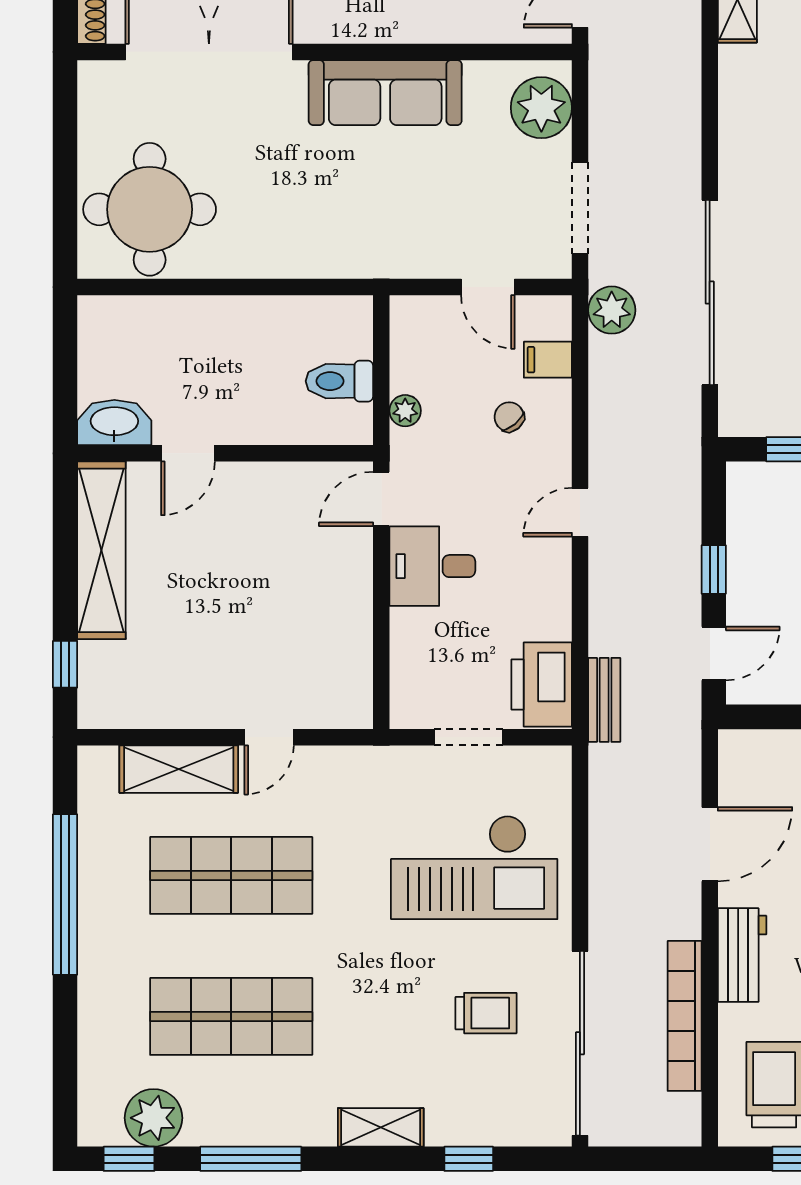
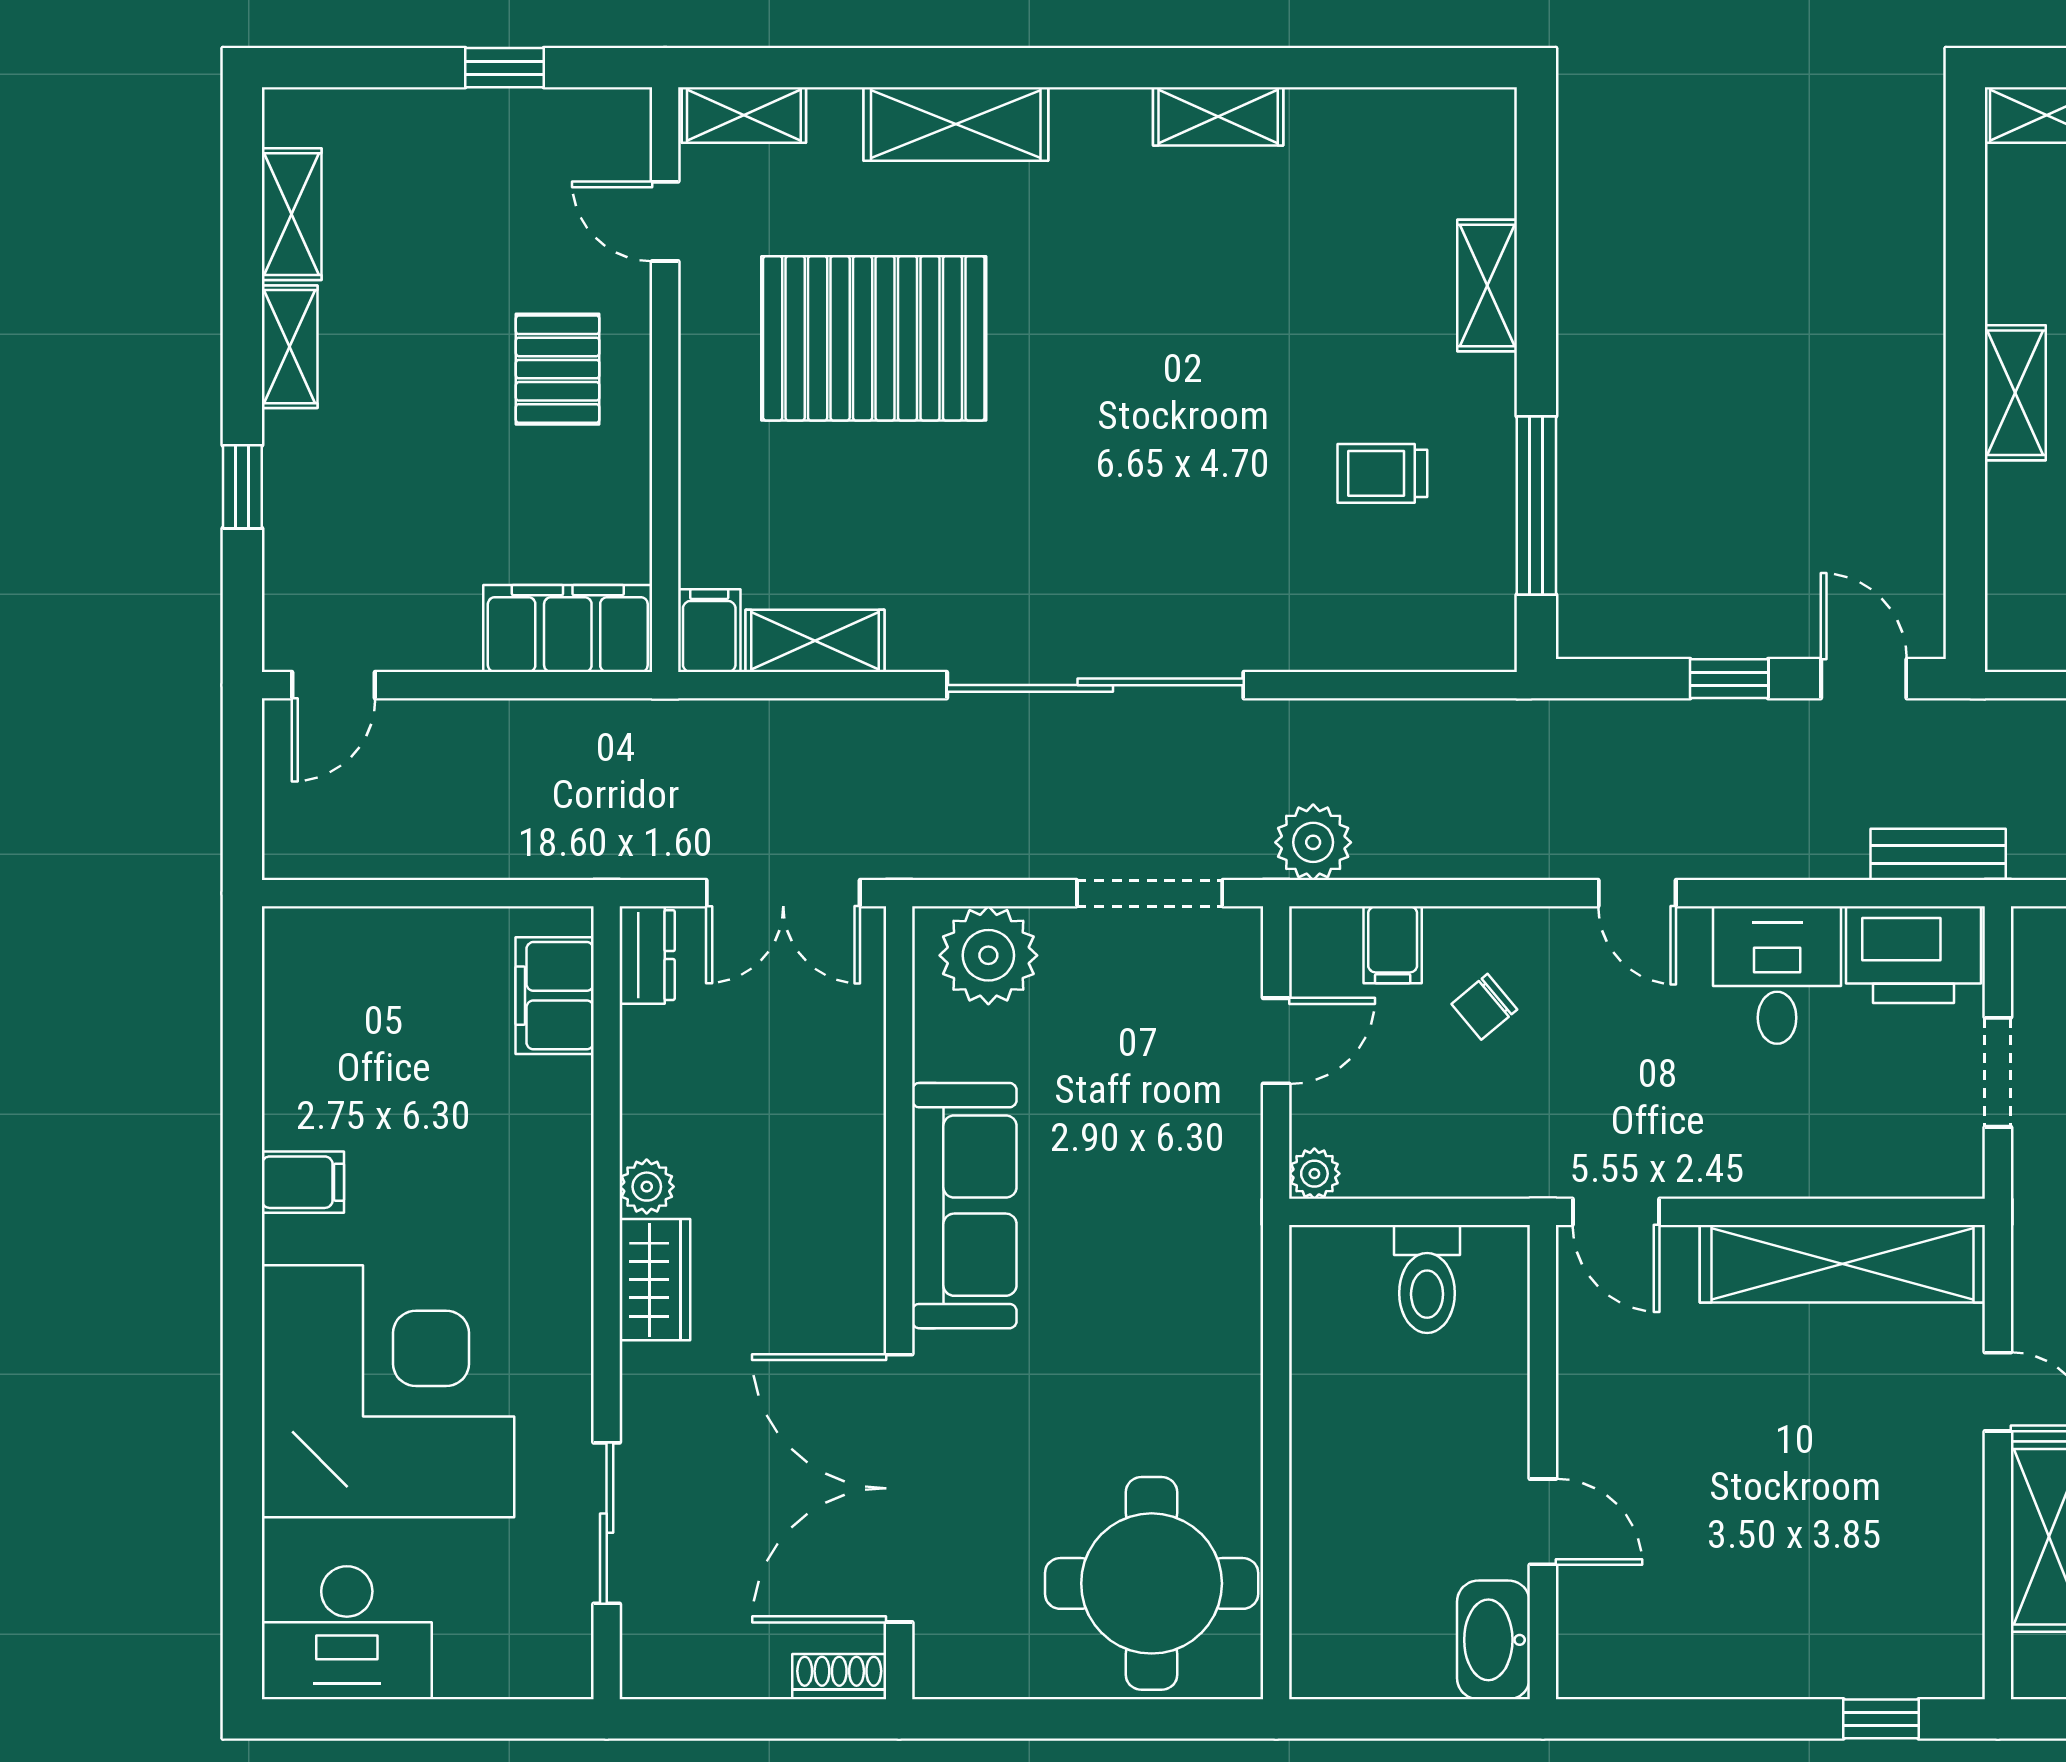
sliding door: (710, 293) -> (1095, 685), moved
plant: (405, 411) -> (1314, 1174), moved
shelving: (101, 550) -> (1842, 1264), moved
desk: (432, 566) -> (1777, 975), moved, turned 180

